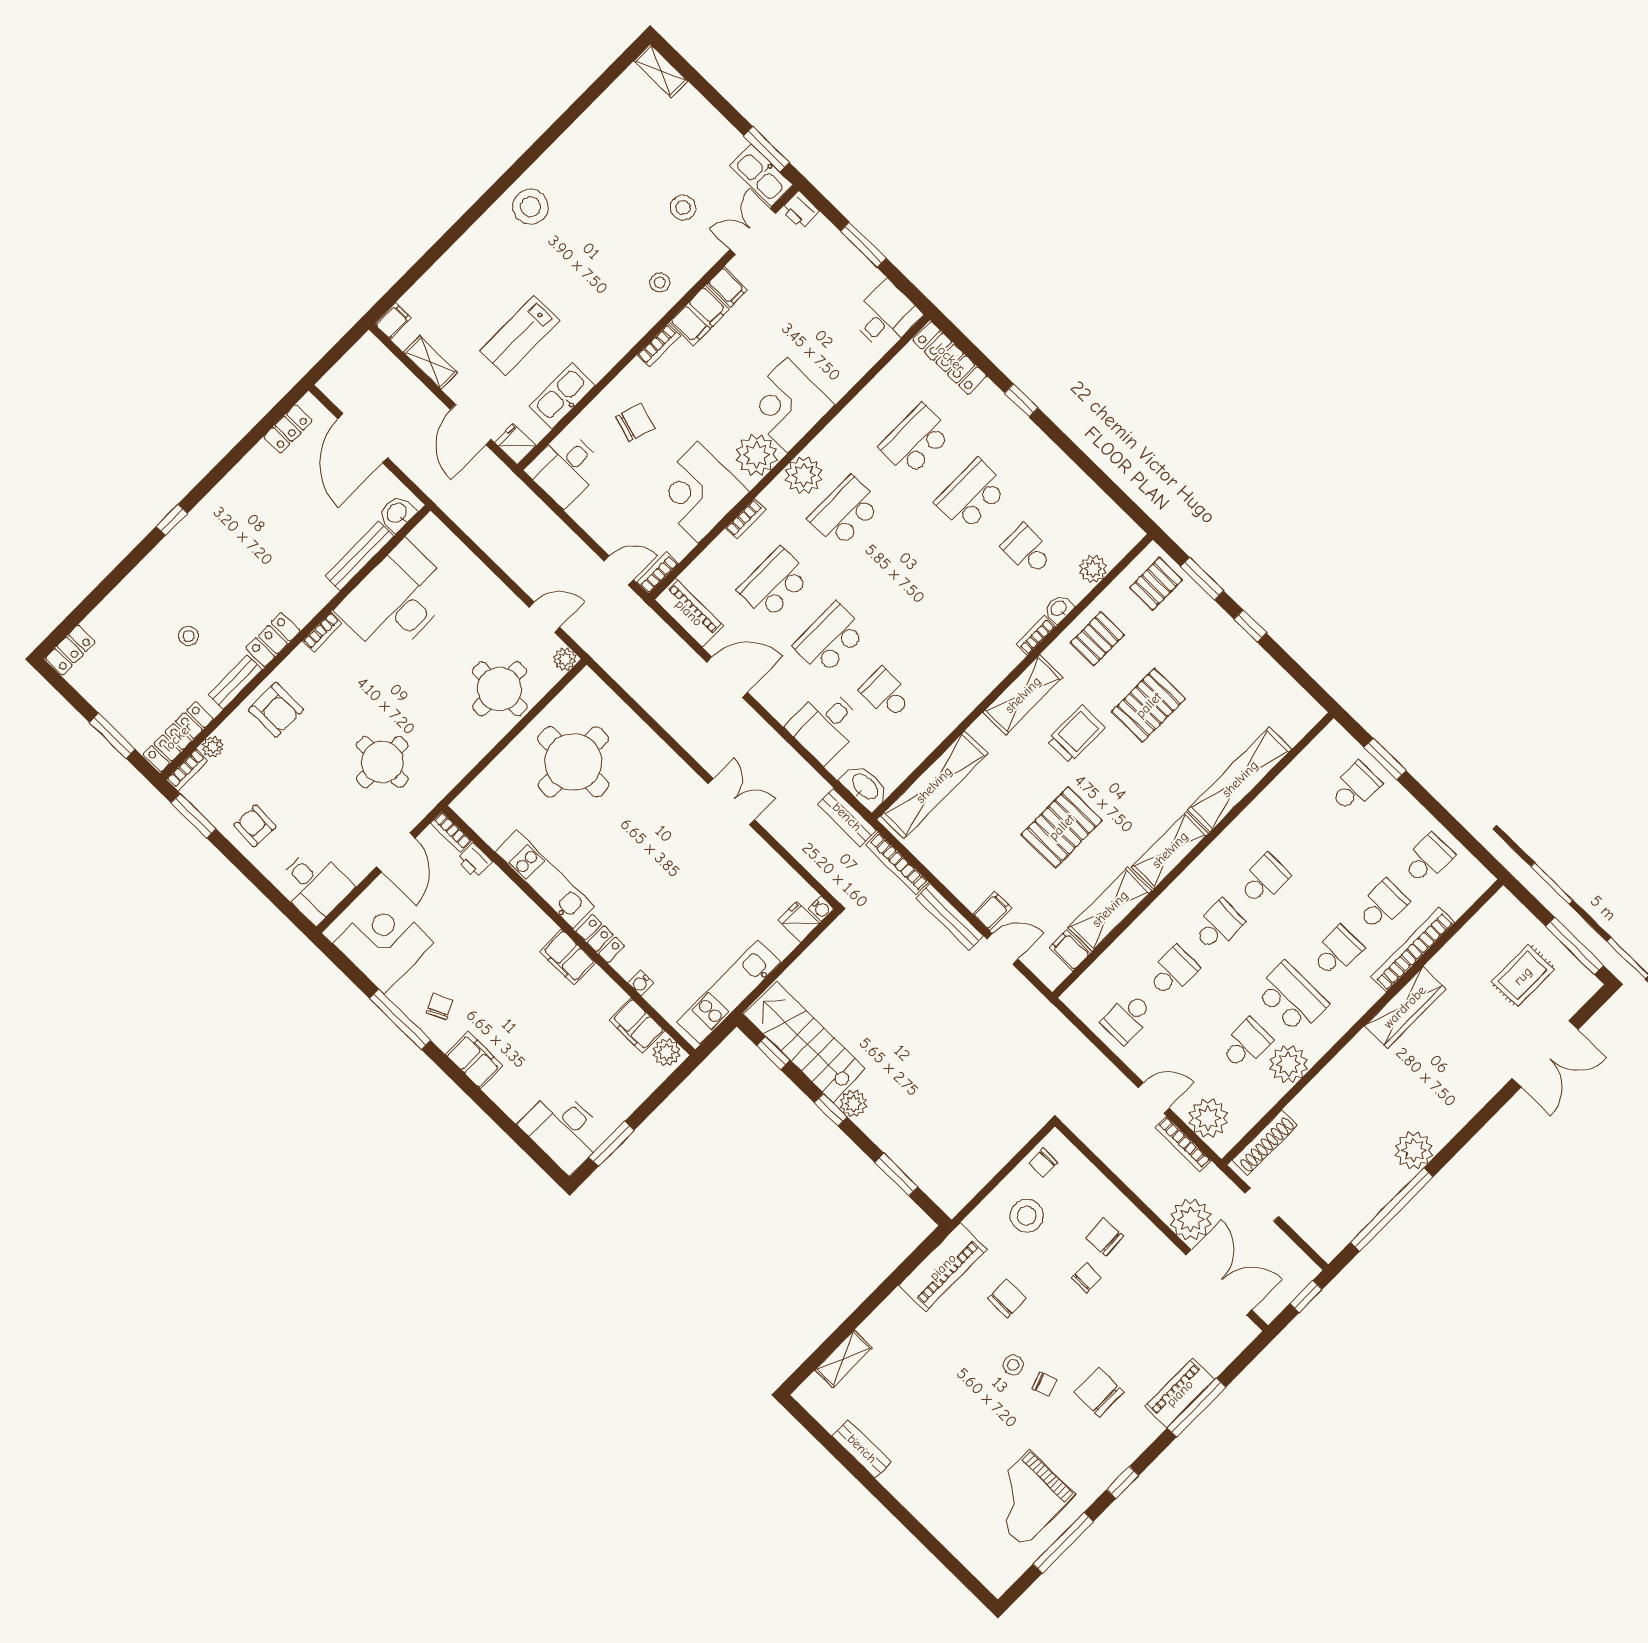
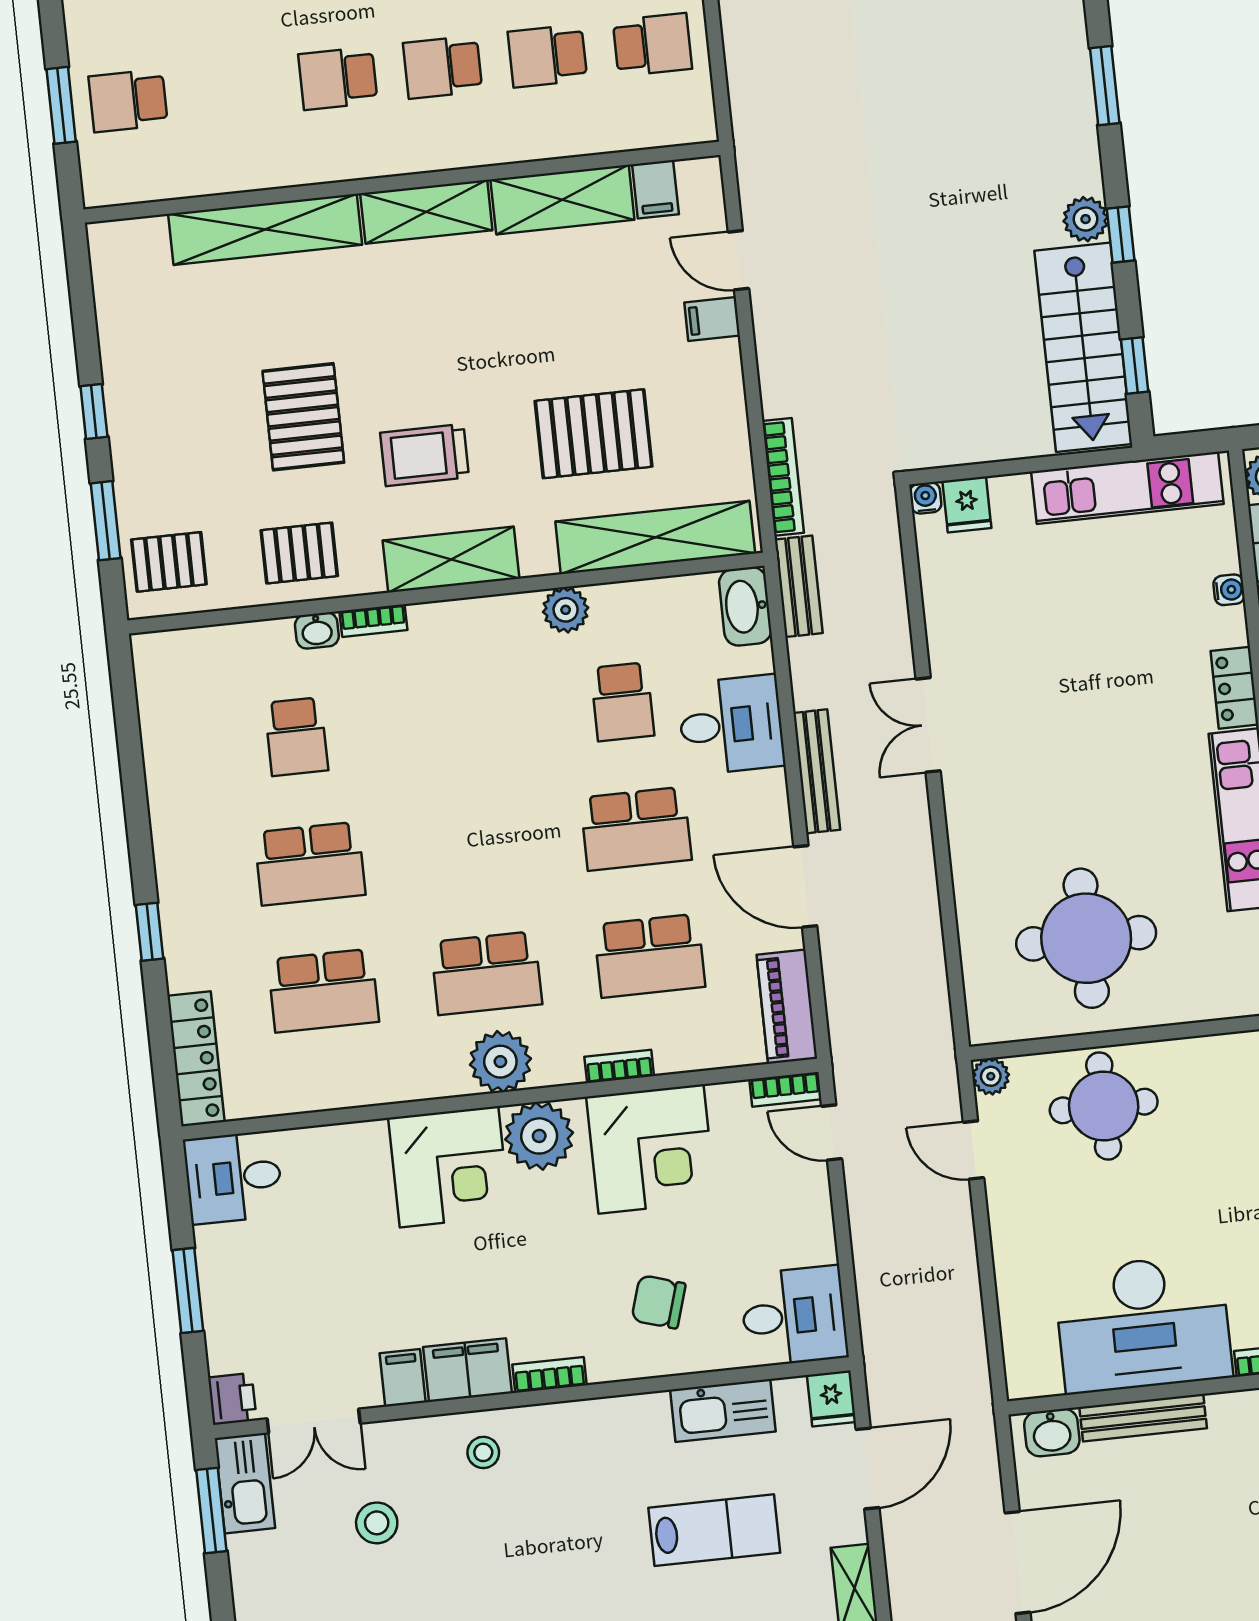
plant: (1093, 569) -> (566, 610), moved
pallet: (1149, 705) -> (303, 417), turned 90
pallet: (1062, 827) -> (594, 434), moved
bench: (949, 917) -> (817, 771), moved

